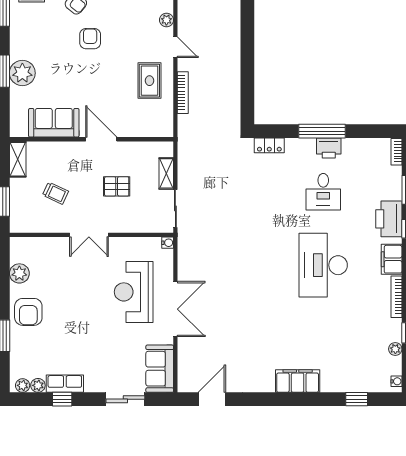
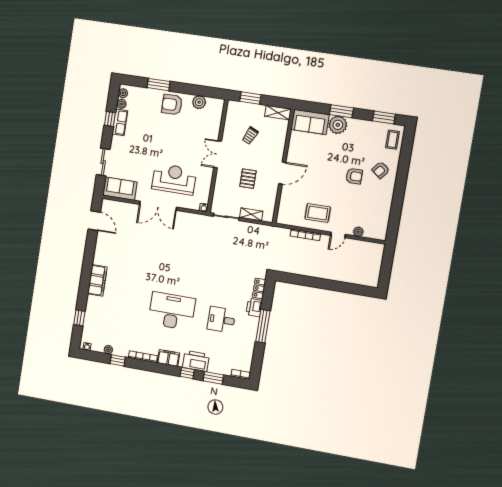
sofa: (54, 123) -> (310, 122), moved, turned 90
printer: (329, 148) -> (254, 308), moved

